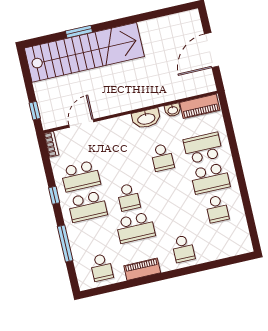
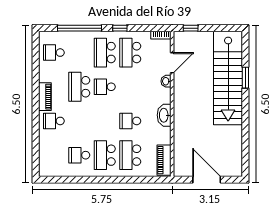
washbasin: (173, 110) -> (166, 81), moved
door: (81, 123) -> (172, 63), hinge flipped
school desk: (203, 148) -> (130, 155), turned 180
window: (65, 243) -> (79, 28), width x1.46
piano: (142, 269) -> (45, 97), moved

